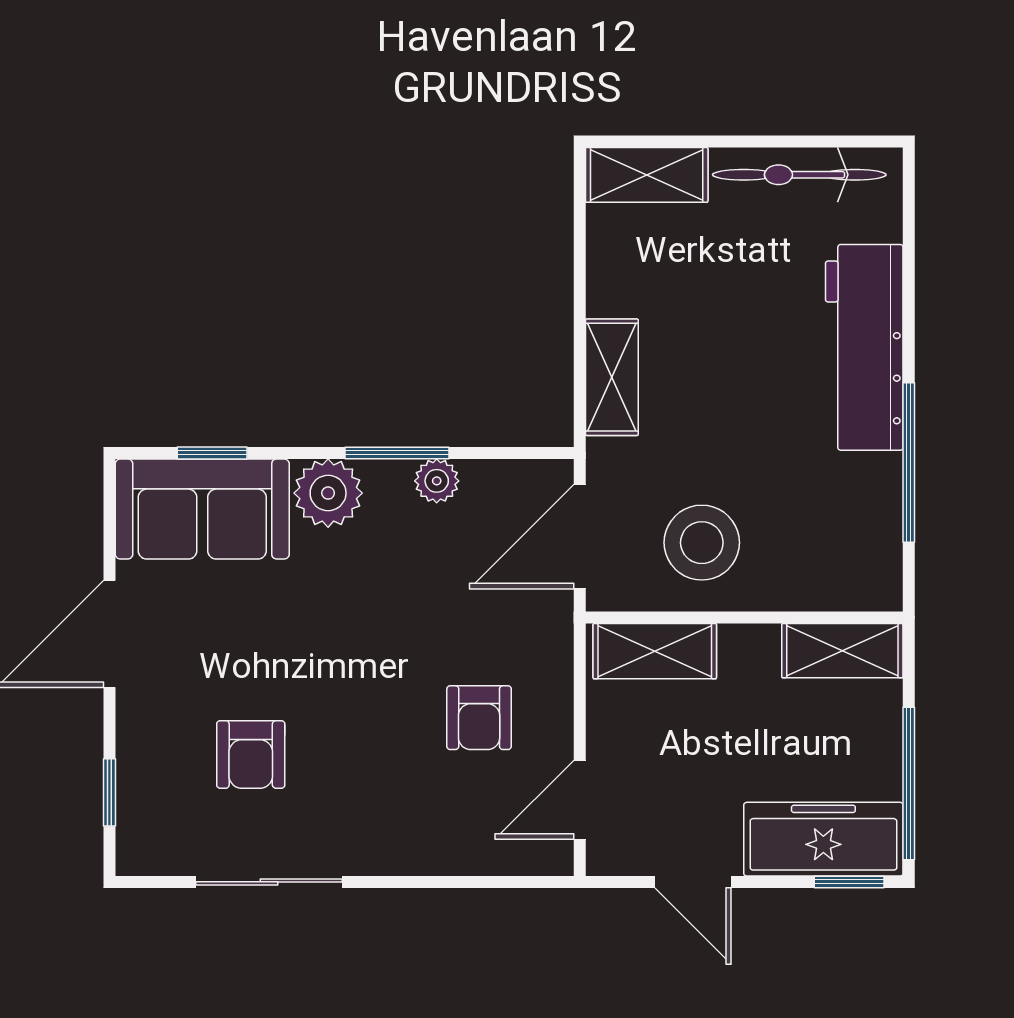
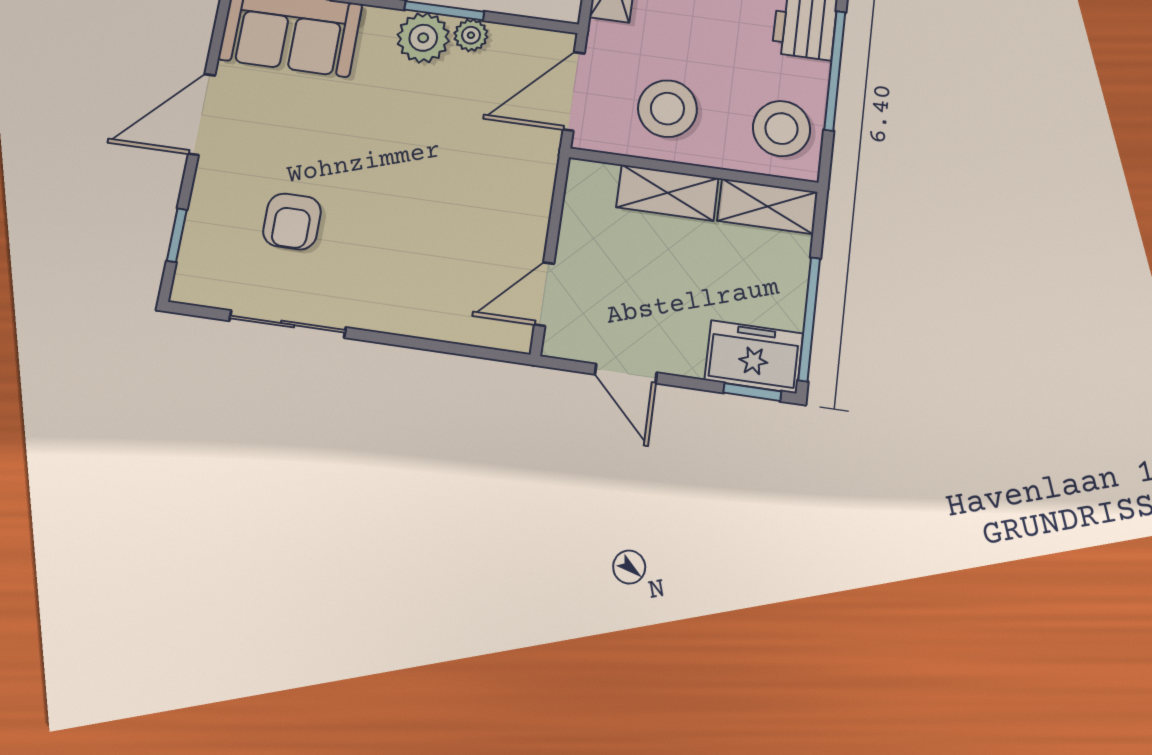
plant: (328, 493) -> (423, 38), moved
stool: (849, 548) -> (781, 129), added
shelving: (655, 651) -> (667, 193), moved
armchair: (479, 718) -> (475, 218), removed
freezer: (823, 839) -> (754, 357), width x0.71

